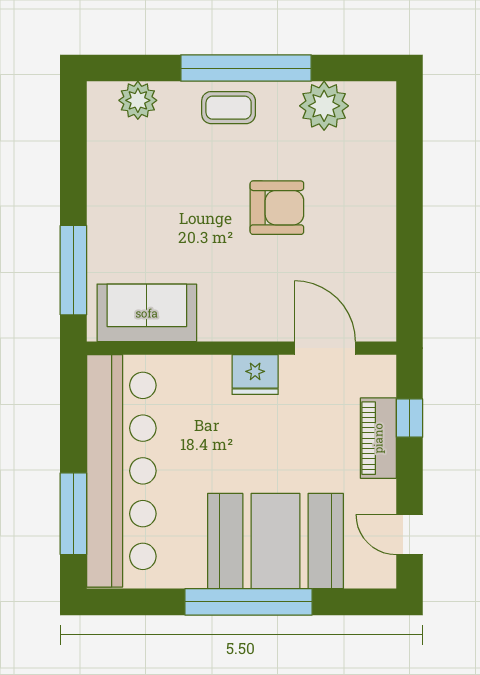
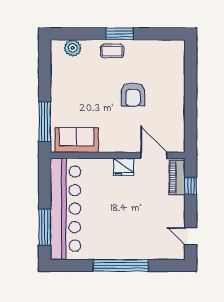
window: (246, 68) -> (120, 34), width x0.47
plant: (324, 106) -> (153, 50), removed
armchair: (277, 208) -> (133, 94), turned 90
piano: (378, 438) -> (177, 177), moved
booth: (275, 541) -> (132, 239), removed

